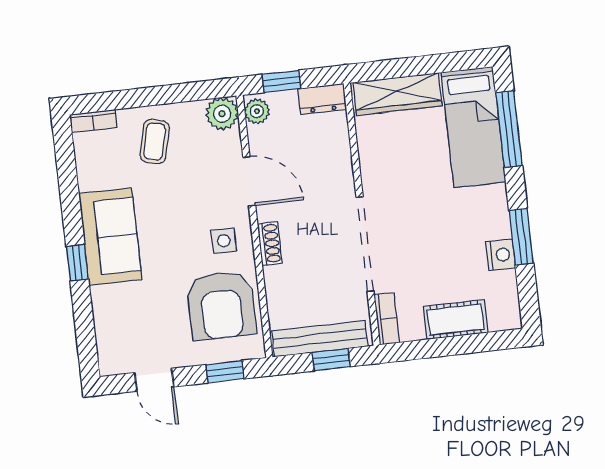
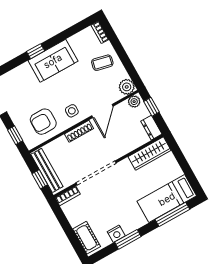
wardrobe: (398, 94) -> (150, 154), moved, turned -90
shoe rack: (270, 244) -> (79, 131), width x1.43
armchair: (221, 306) -> (43, 122), width x0.73, depth x0.73
cot: (456, 320) -> (87, 238), moved

